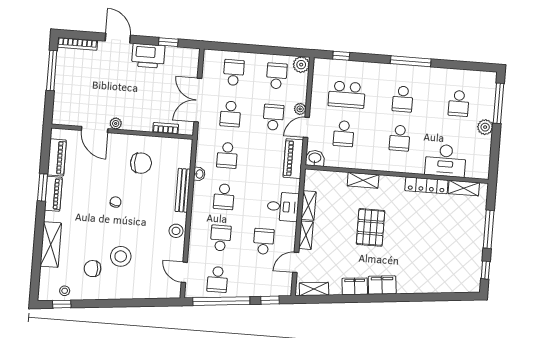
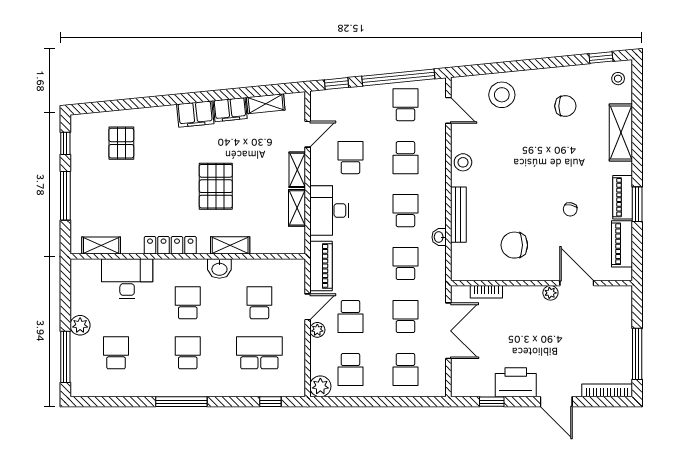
washbasin: (315, 158) -> (219, 269), moved
locker: (426, 185) -> (170, 245), moved
chair: (116, 202) -> (570, 209), moved
desk: (283, 207) -> (329, 210), width x1.37
school desk: (264, 241) -> (350, 158), turned 180
stool: (121, 256) -> (502, 95), moved
pallet: (442, 267) -> (121, 143), added
shelving: (314, 289) -> (266, 104), moved
stool: (65, 291) -> (618, 79), moved

